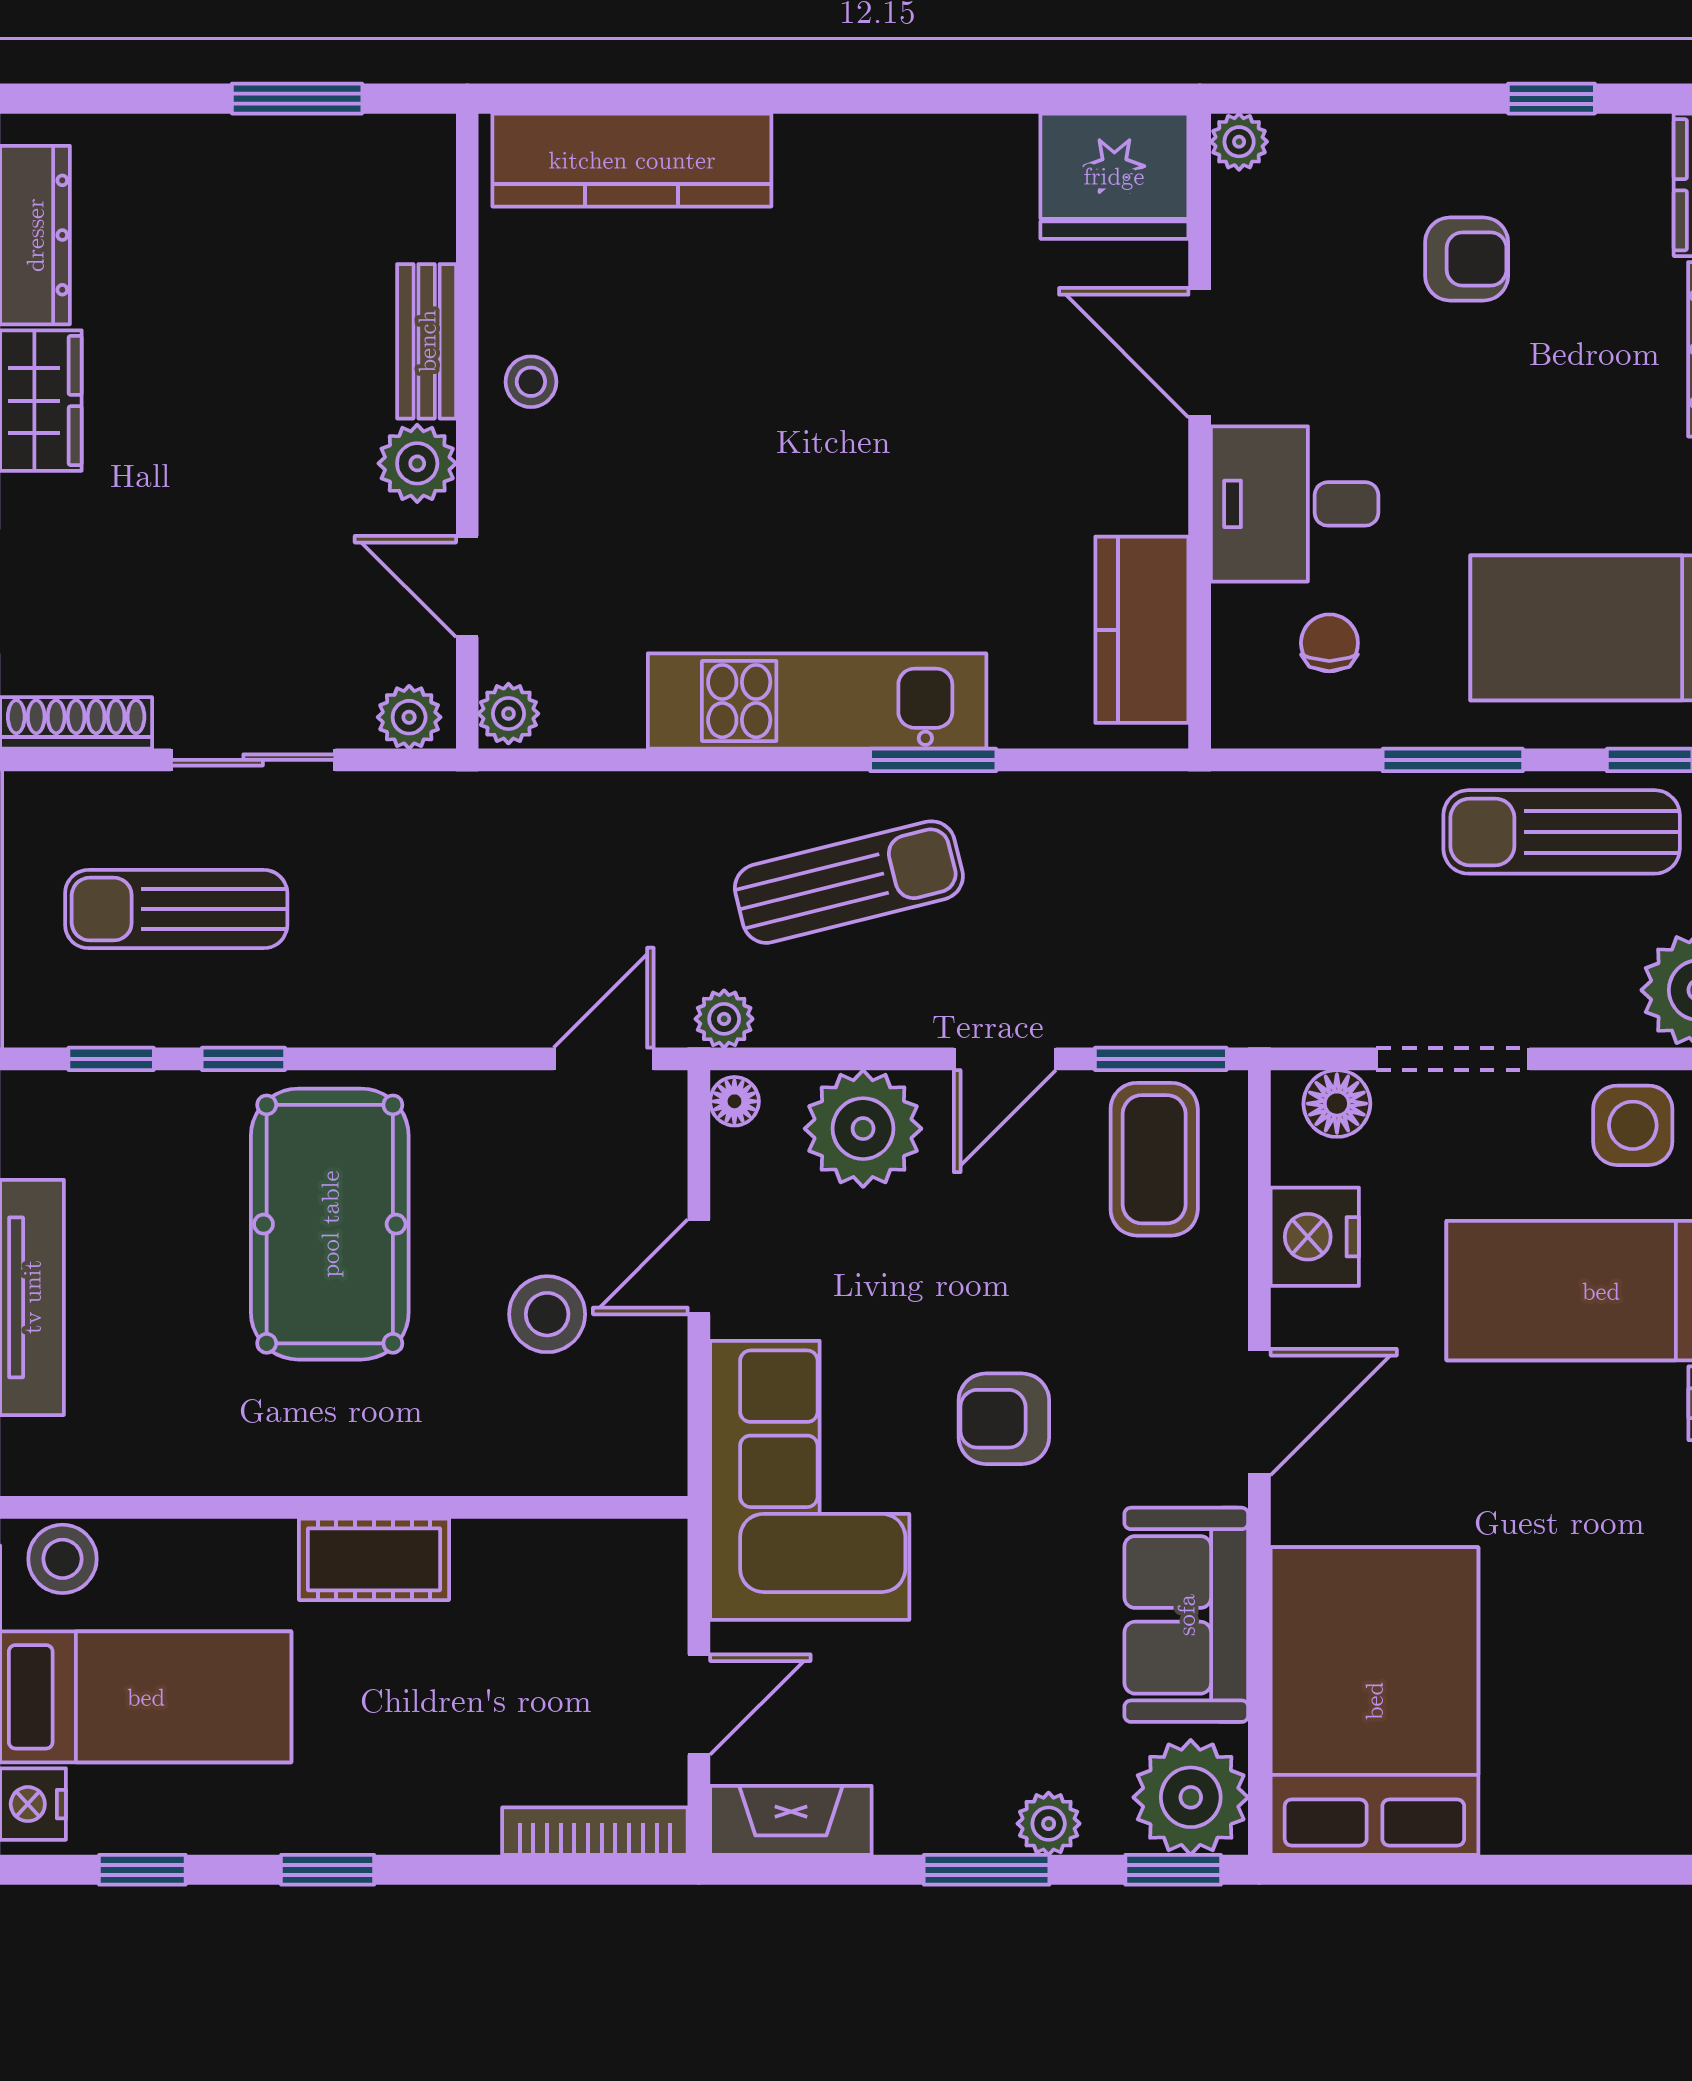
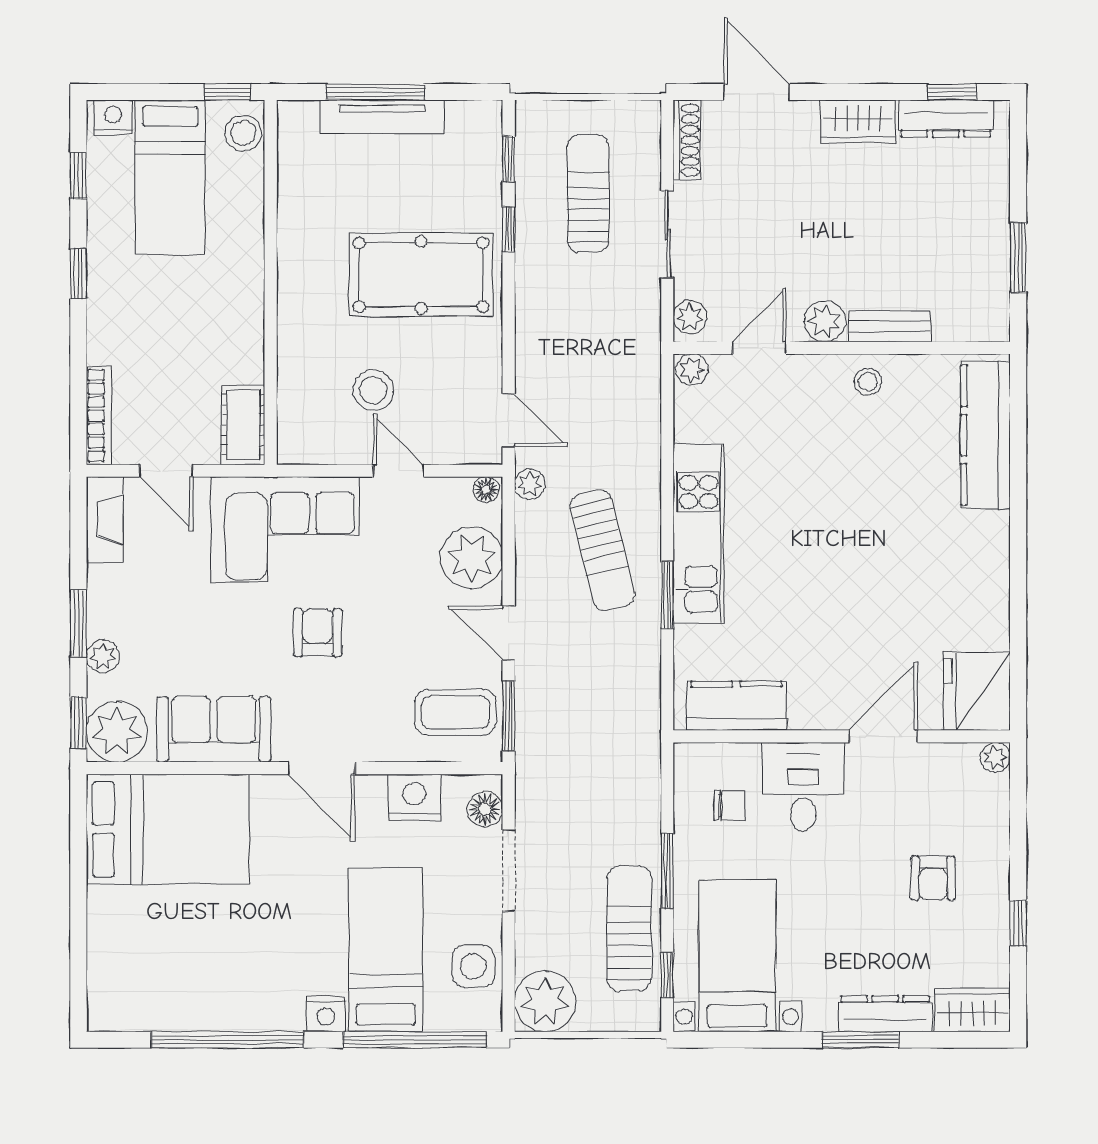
cot: (374, 1559) -> (243, 425), moved

